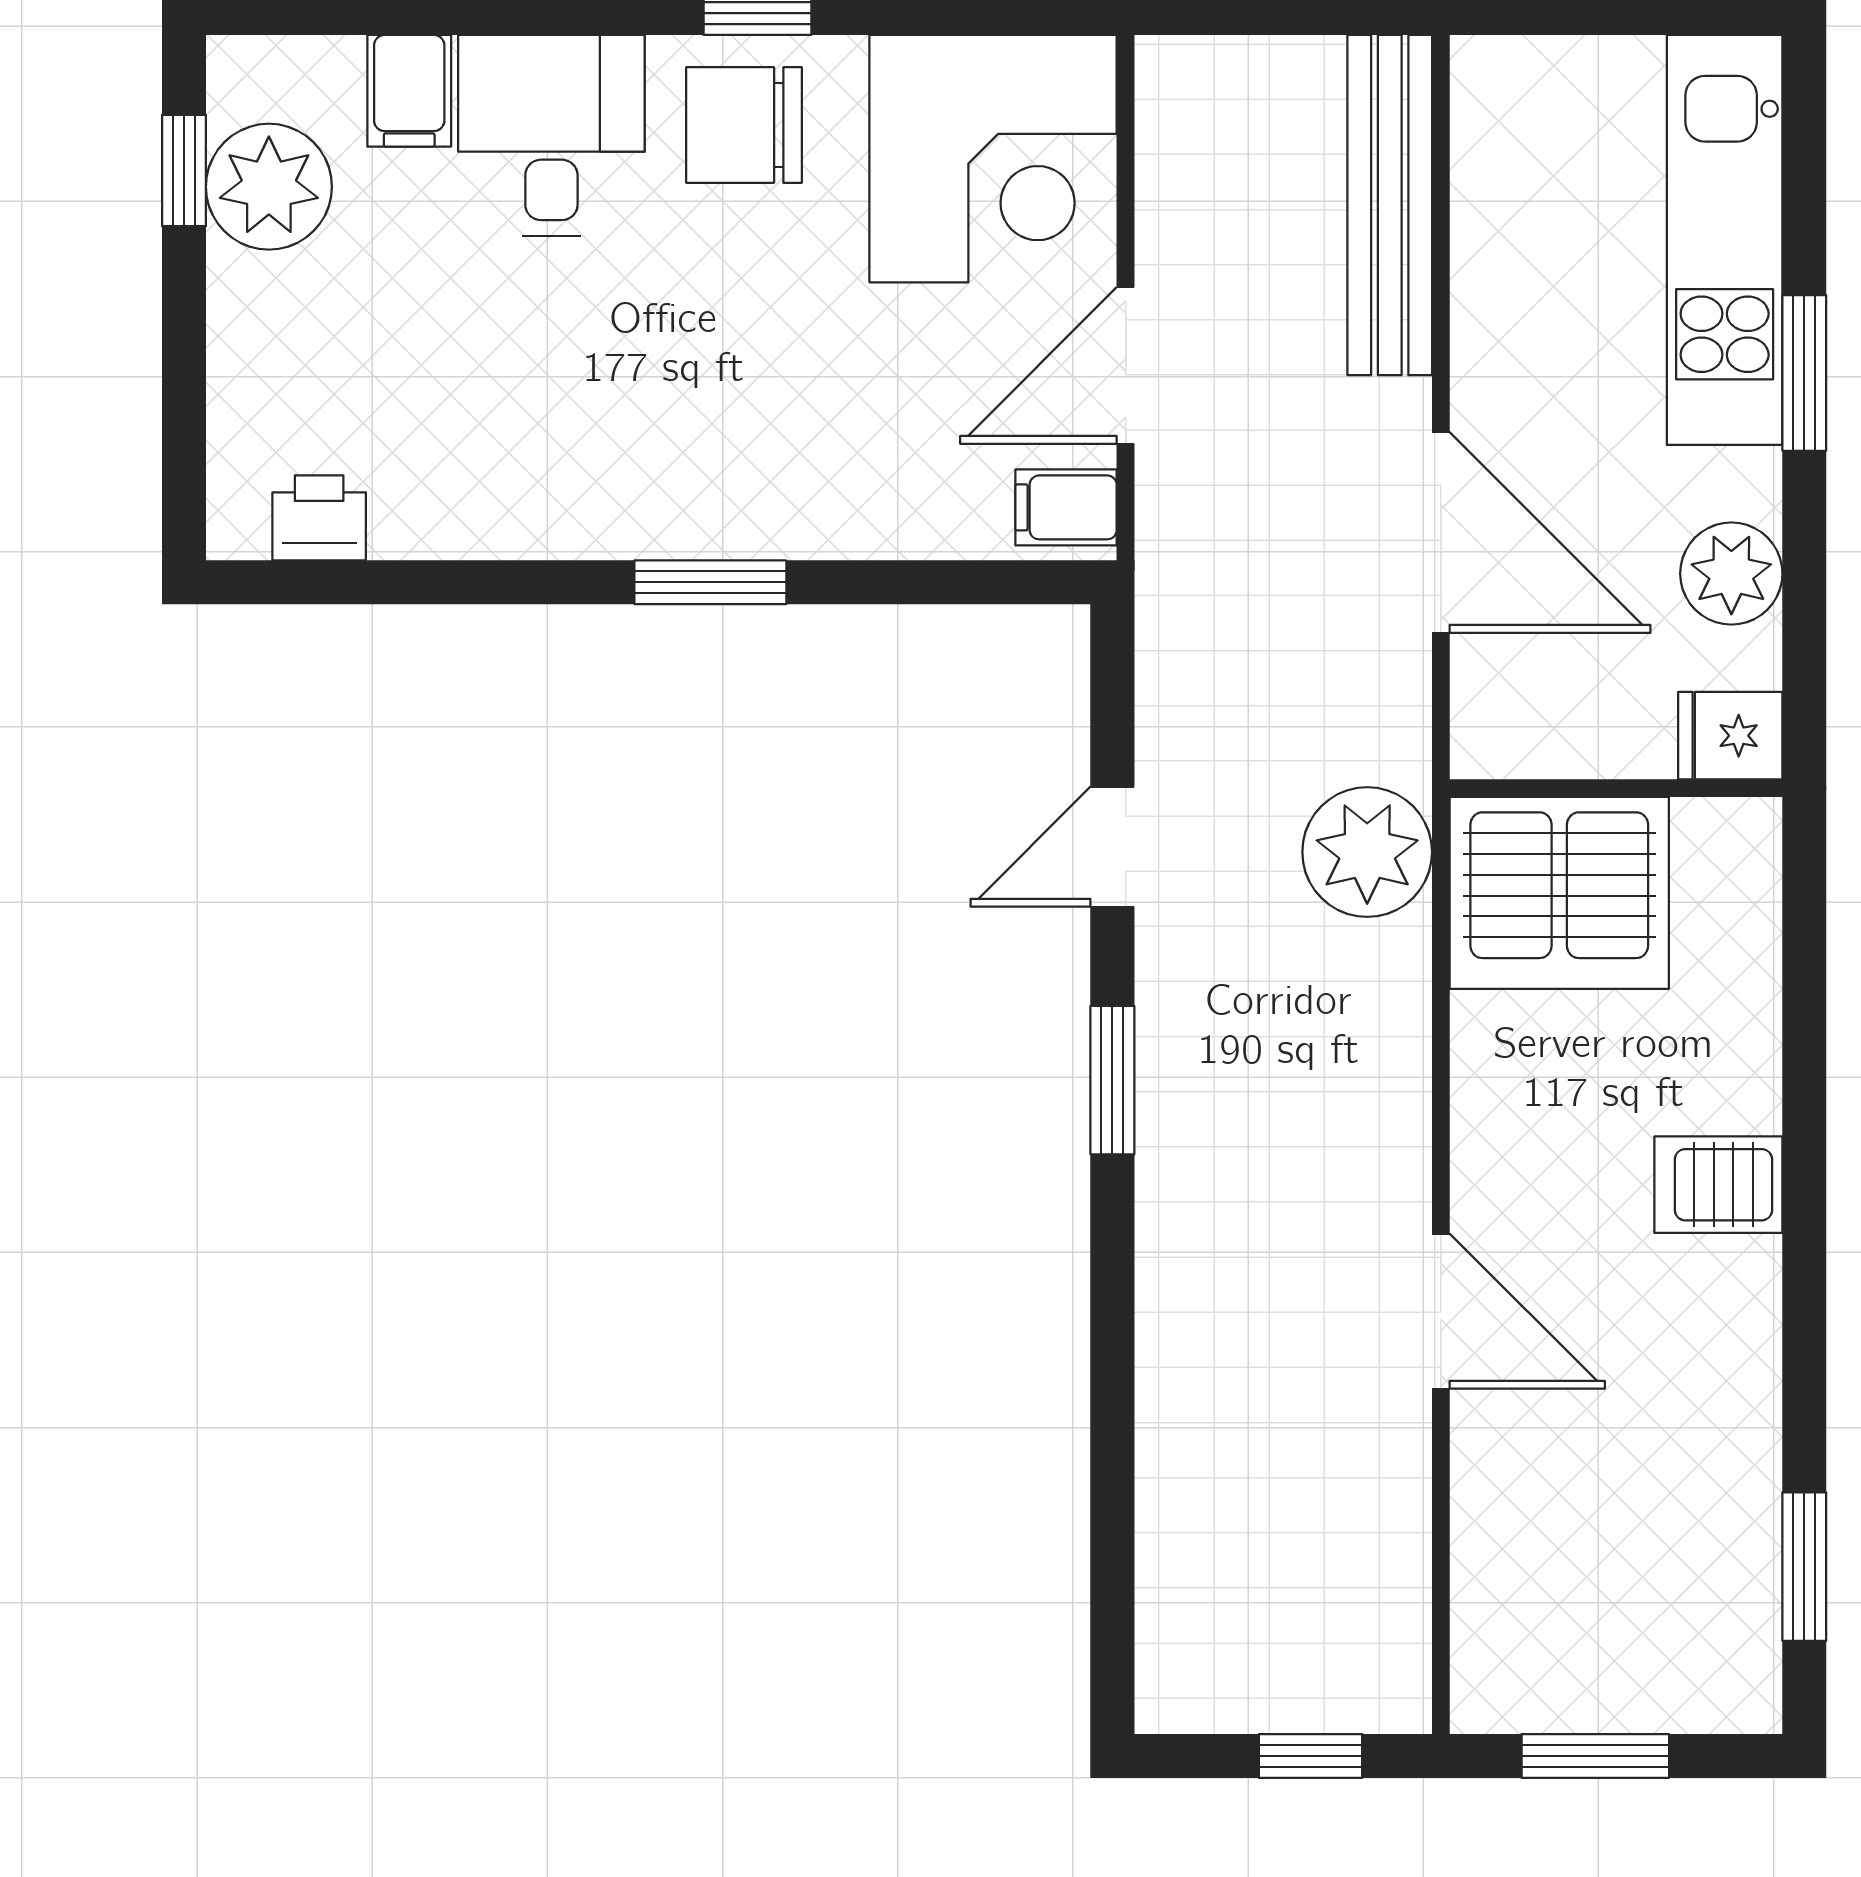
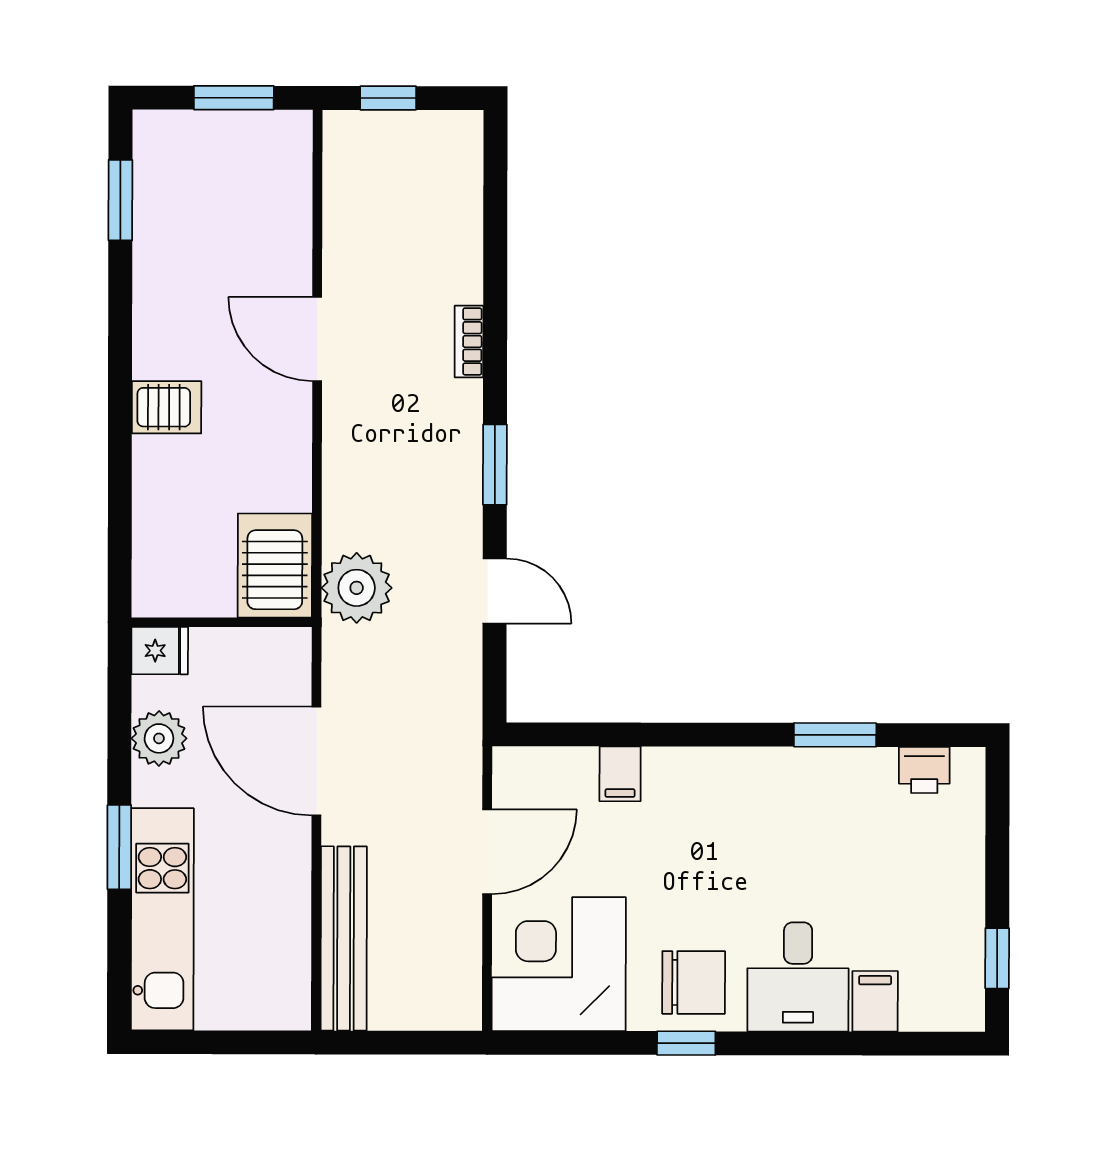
plant: (269, 187) -> (951, 949), removed
filing cabinet: (1066, 507) -> (620, 774), moved, turned 90
window: (710, 582) -> (835, 735), moved
door: (1112, 847) -> (495, 591), hinge flipped
server rack: (1559, 893) -> (275, 566), width x0.62
bookcase: (1161, 1307) -> (469, 341), added

